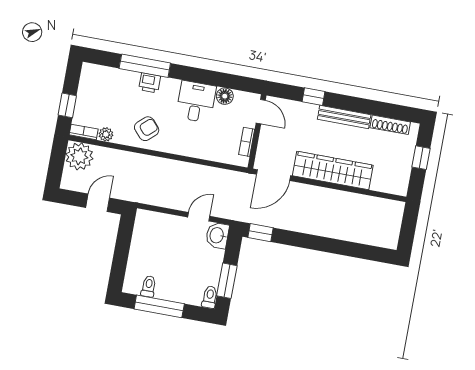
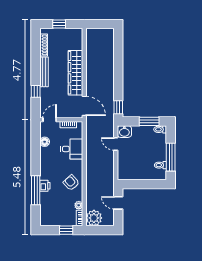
desk: (196, 102) -> (72, 149), moved, turned 180

